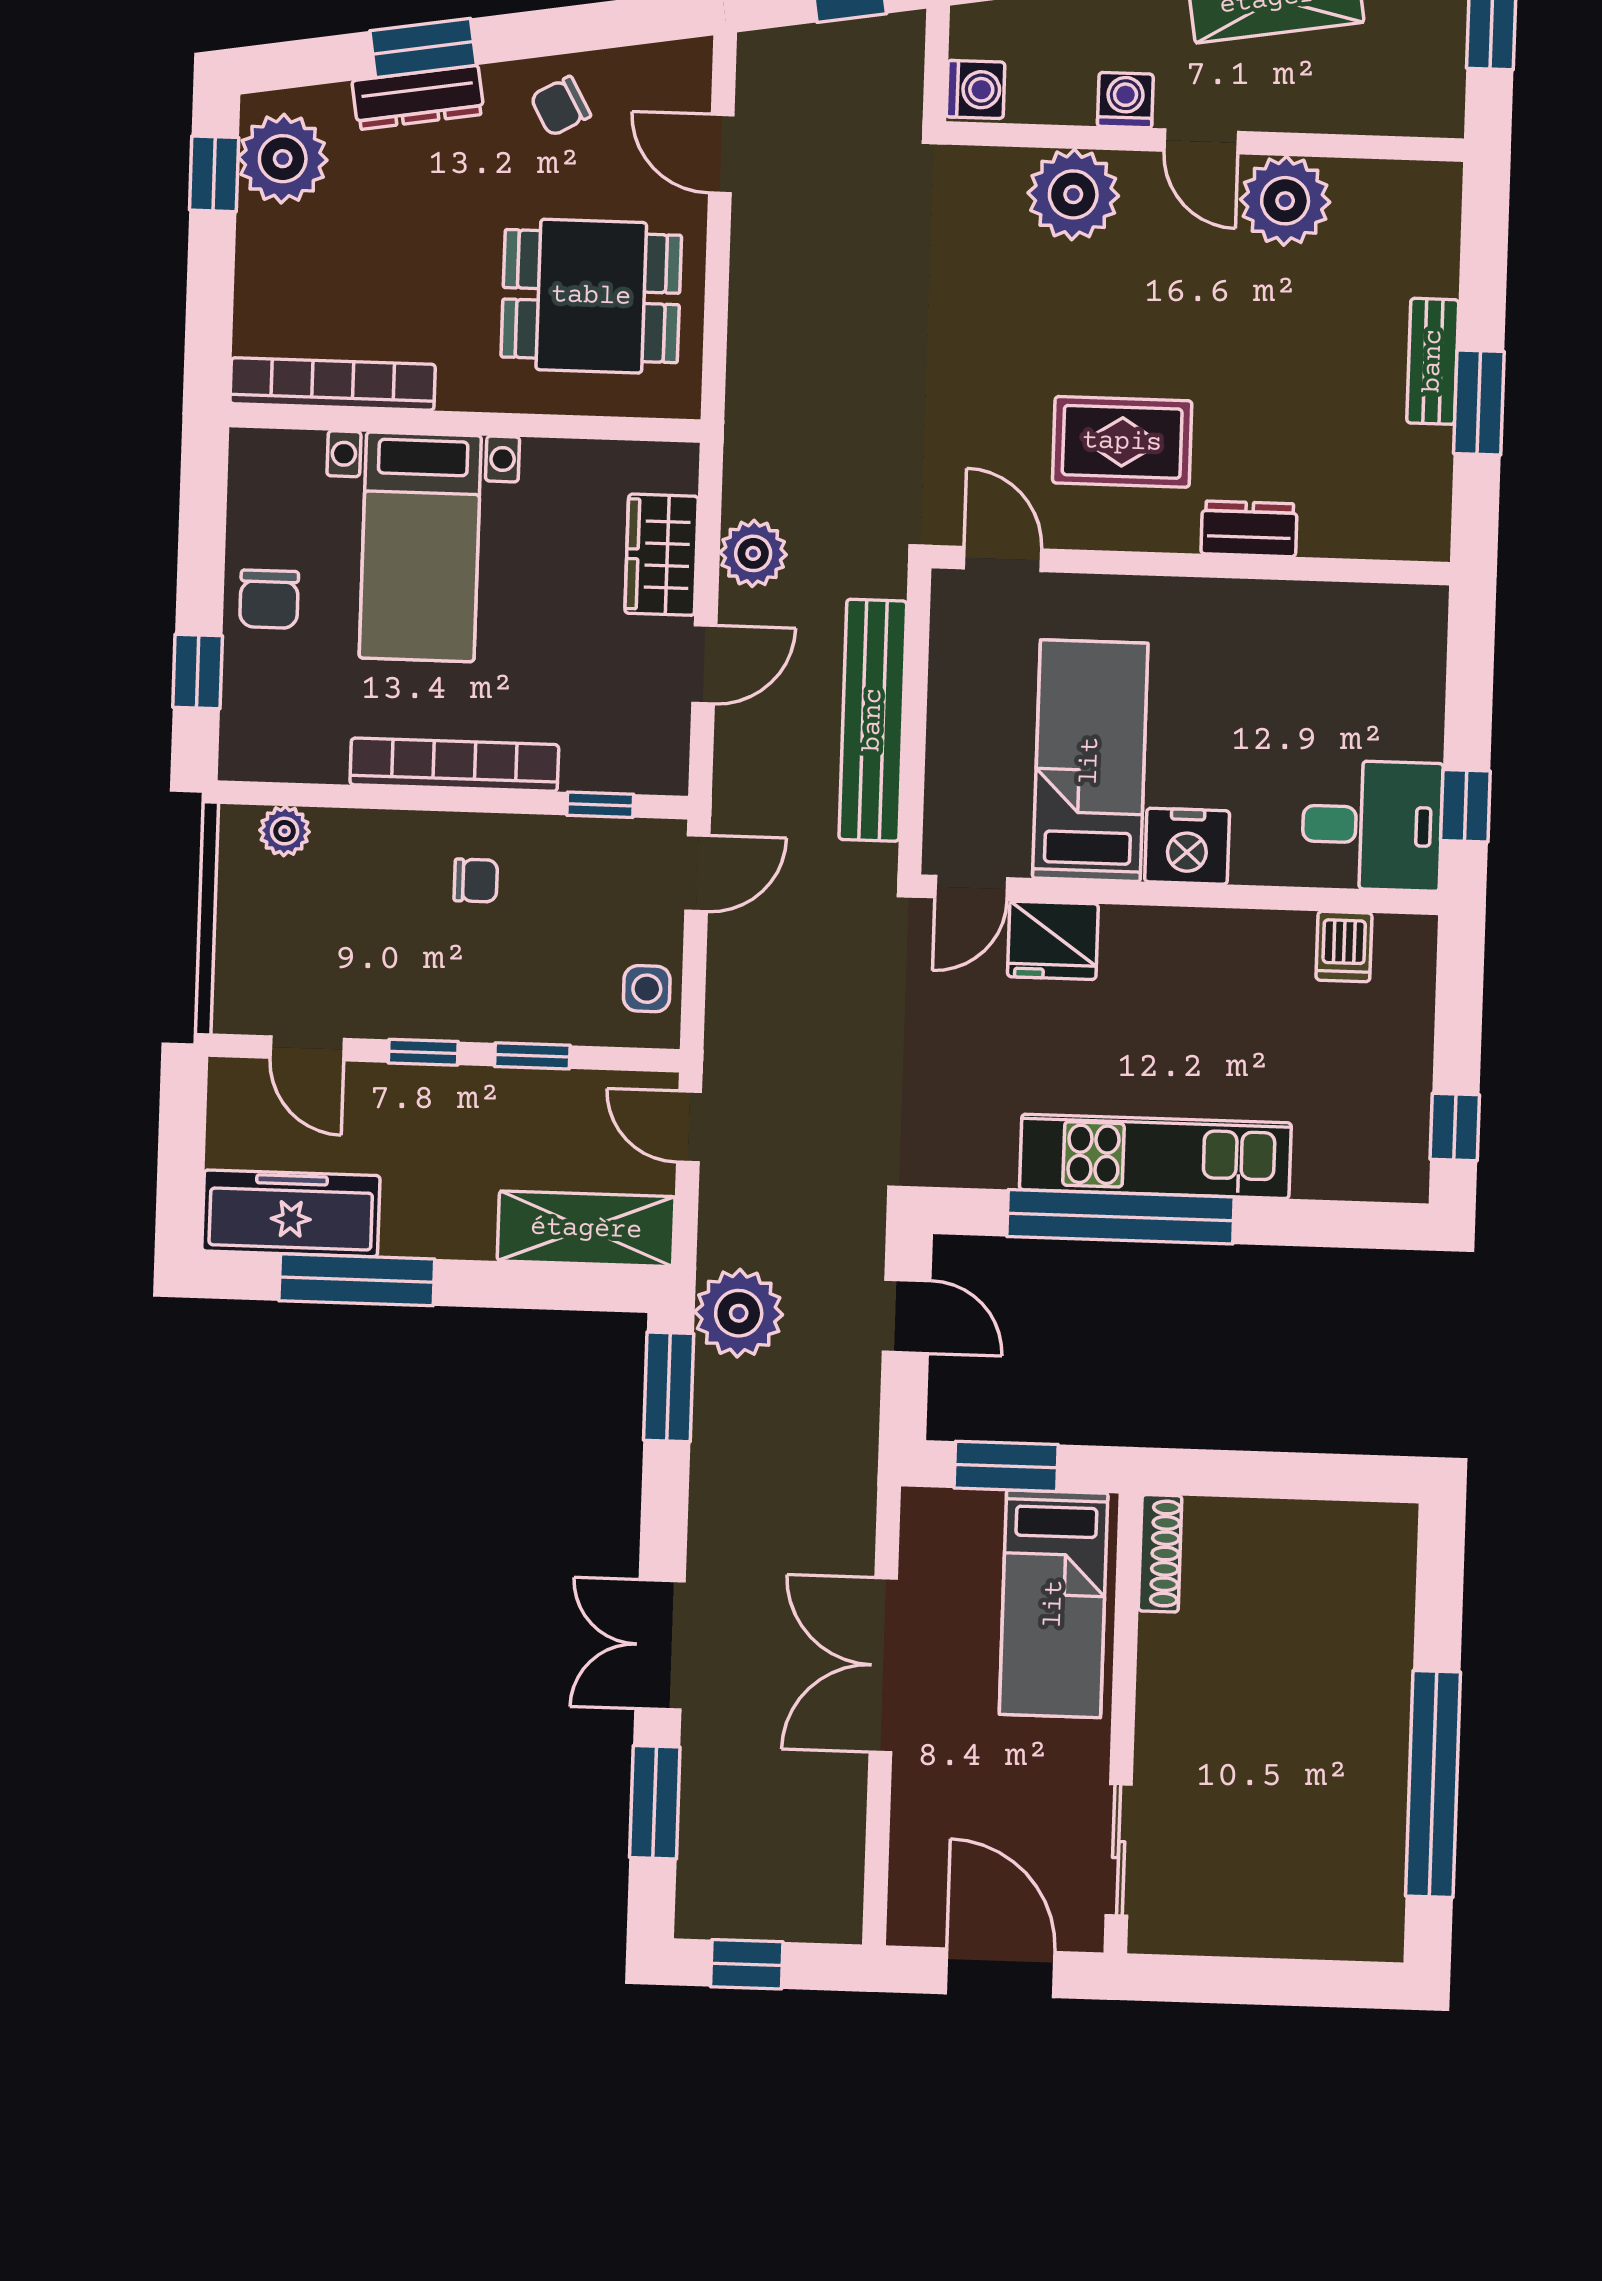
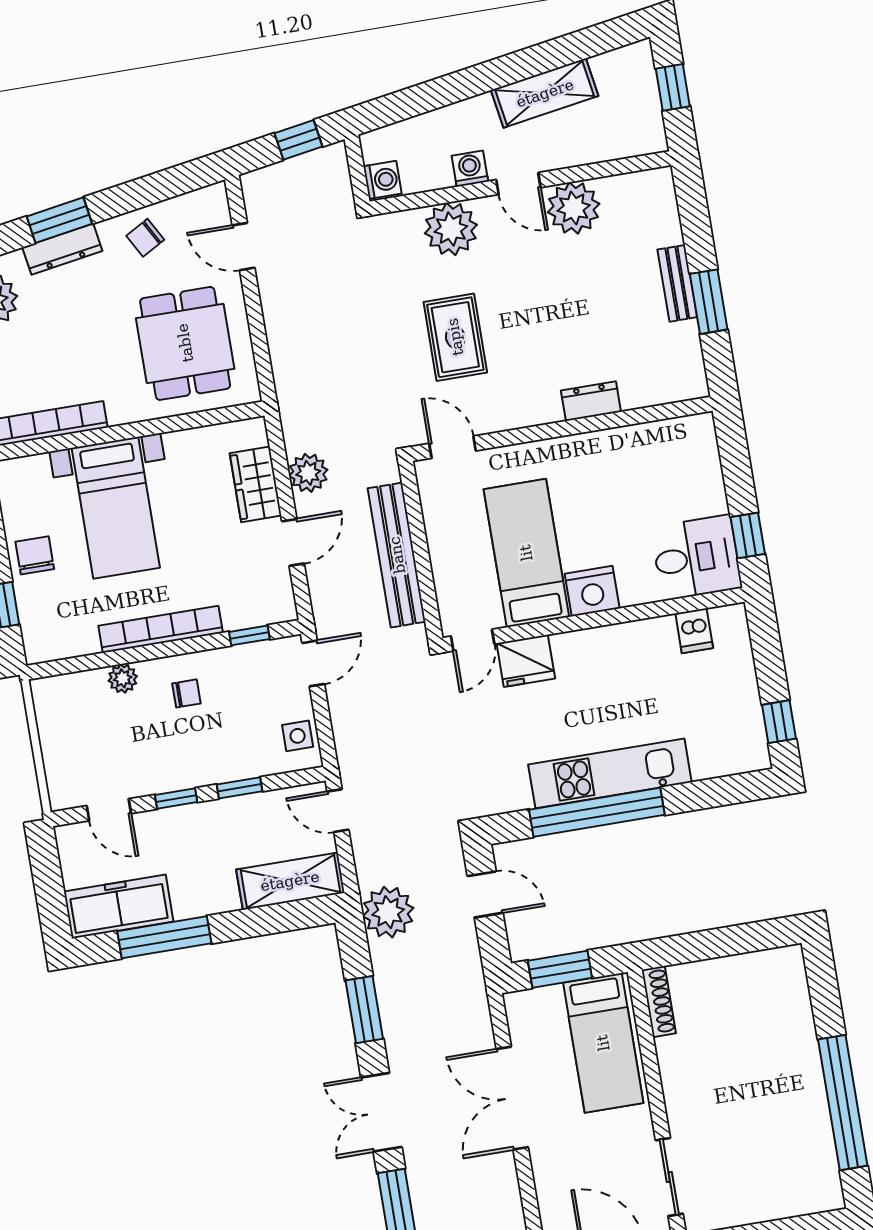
dining table: (591, 296) -> (185, 343), turned 90
rug: (1122, 442) -> (455, 337), moved, turned 90
chair: (269, 599) -> (35, 555), turned 180
plant: (285, 831) -> (123, 678), moved
window: (669, 1387) -> (364, 1010), moved

